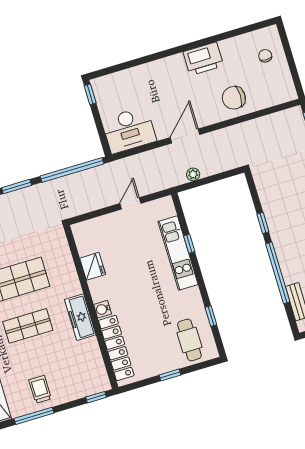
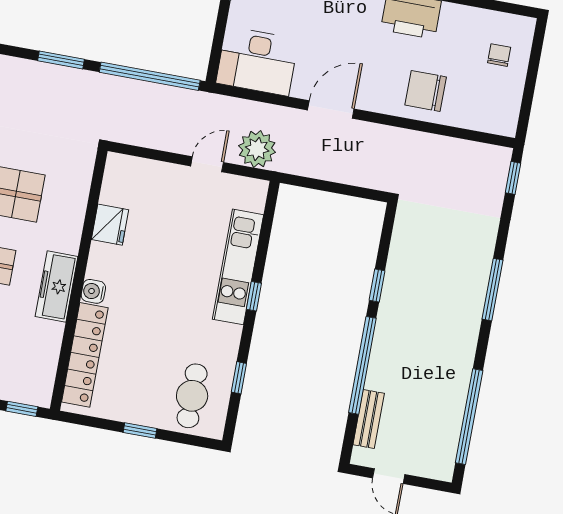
plant: (193, 174) -> (257, 149), moved, width x1.87, depth x1.87
window: (189, 244) -> (254, 296), moved

